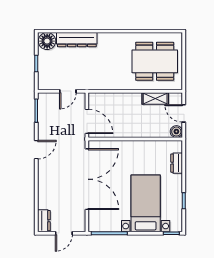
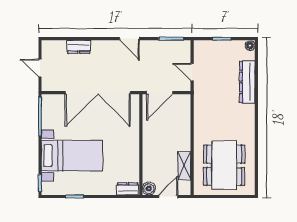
floor lamp: (47, 41) -> (250, 46), width x0.53, depth x0.53
dresser: (177, 163) -> (128, 189), moved
dresser: (44, 221) -> (79, 47), moved

